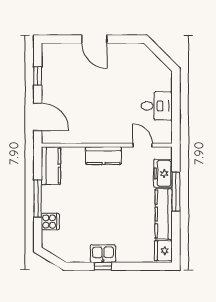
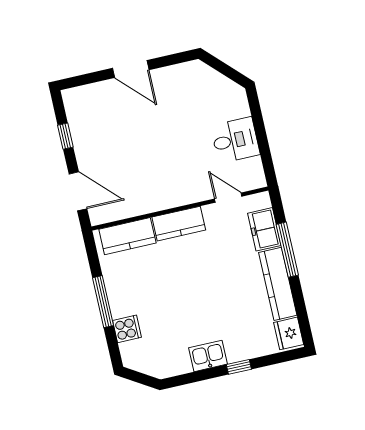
kitchen counter: (51, 166) -> (127, 236), moved, turned 90
window: (103, 266) -> (239, 367), moved

